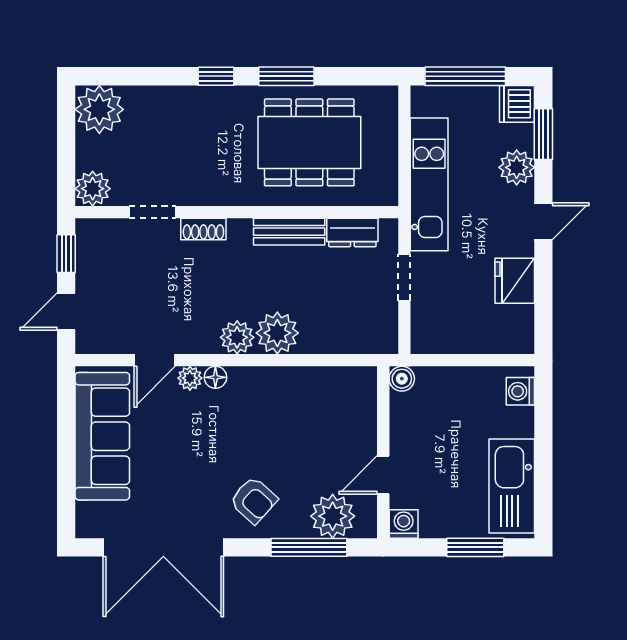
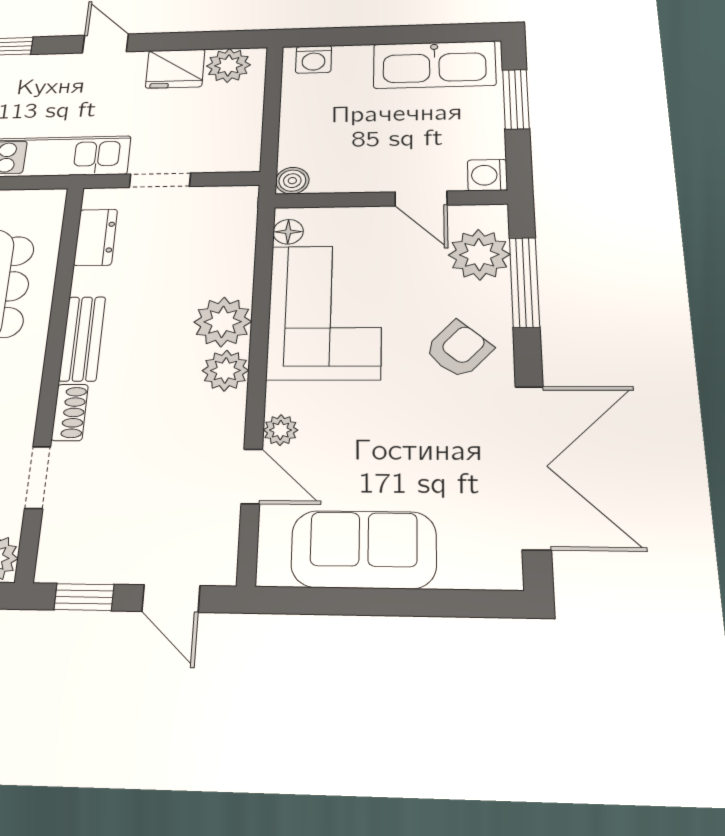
plant: (517, 167) -> (228, 65), moved
bench: (289, 232) -> (82, 339), moved
floor lamp: (215, 377) -> (288, 232), moved
corner sofa: (285, 406) -> (325, 312), added
sofa: (102, 436) -> (364, 549), width x0.73

